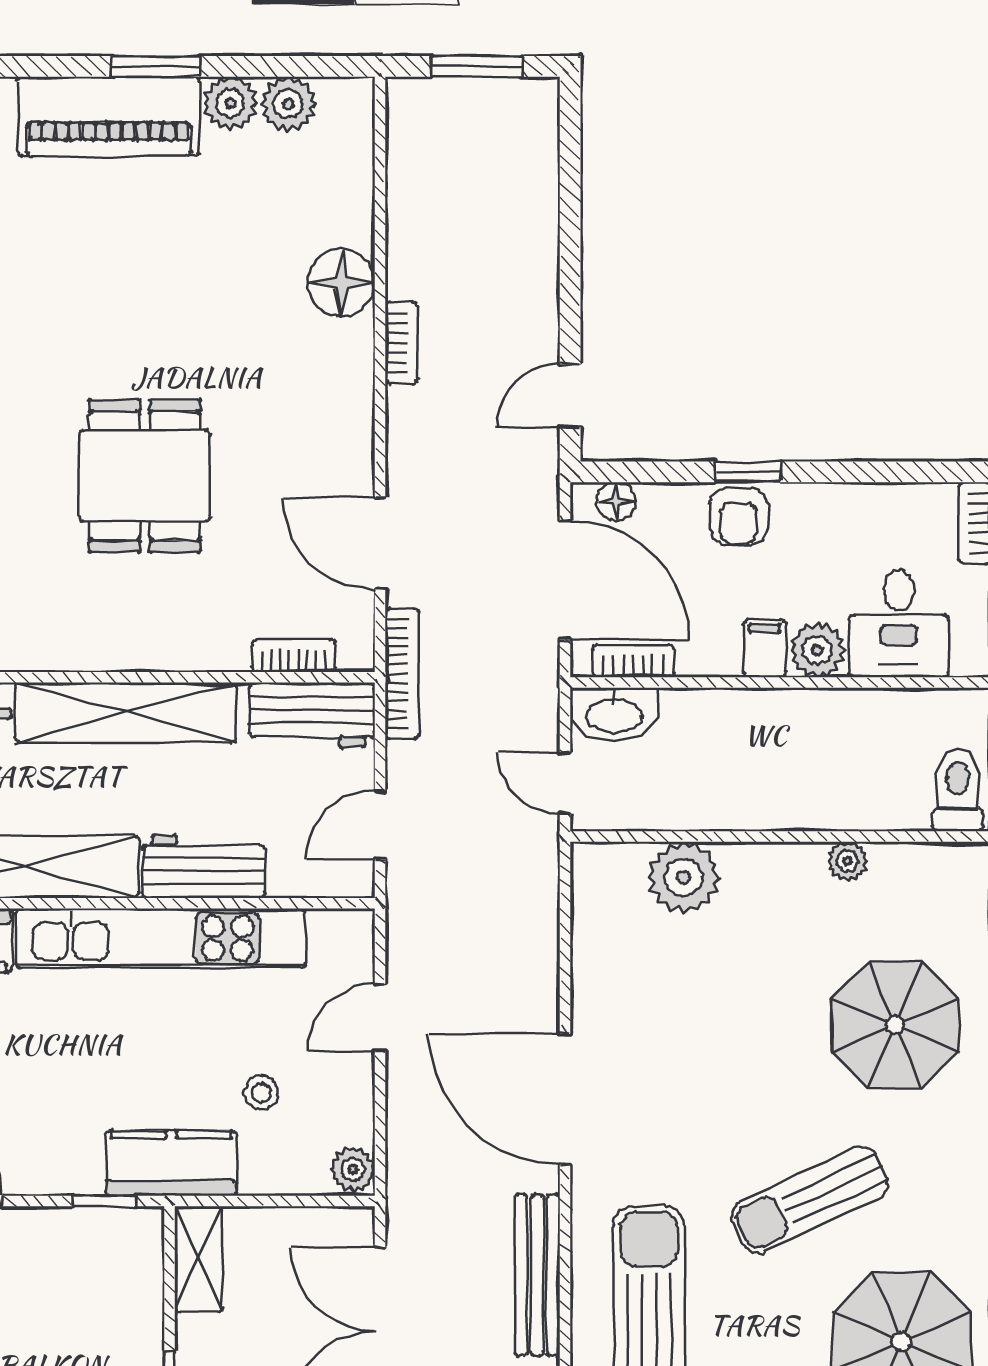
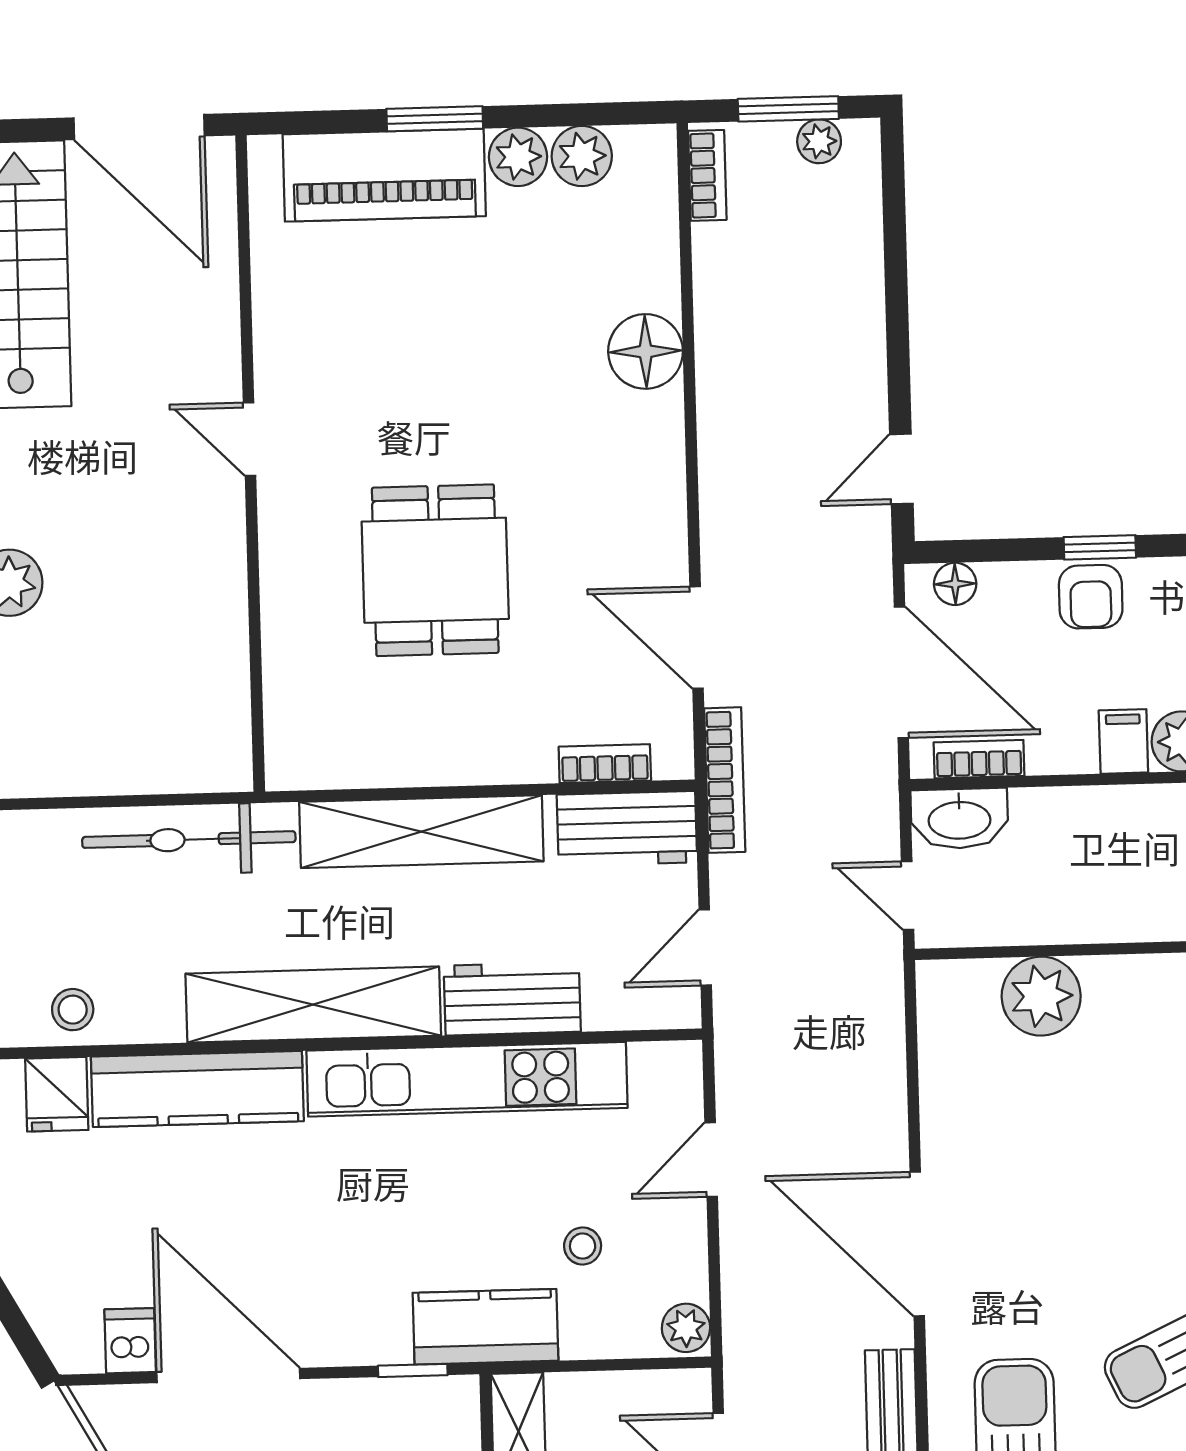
plant: (504, 97) -> (819, 141), added
bookcase: (402, 343) -> (707, 175), moved

